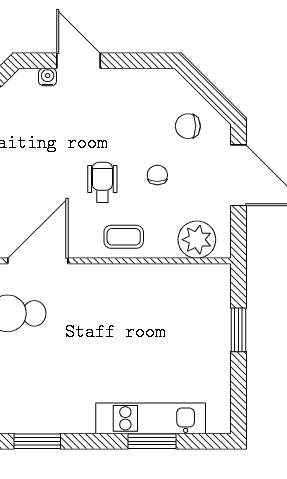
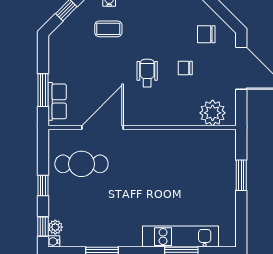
chair: (157, 175) -> (185, 68), turned -90
coffee table: (124, 237) -> (108, 29), moved

